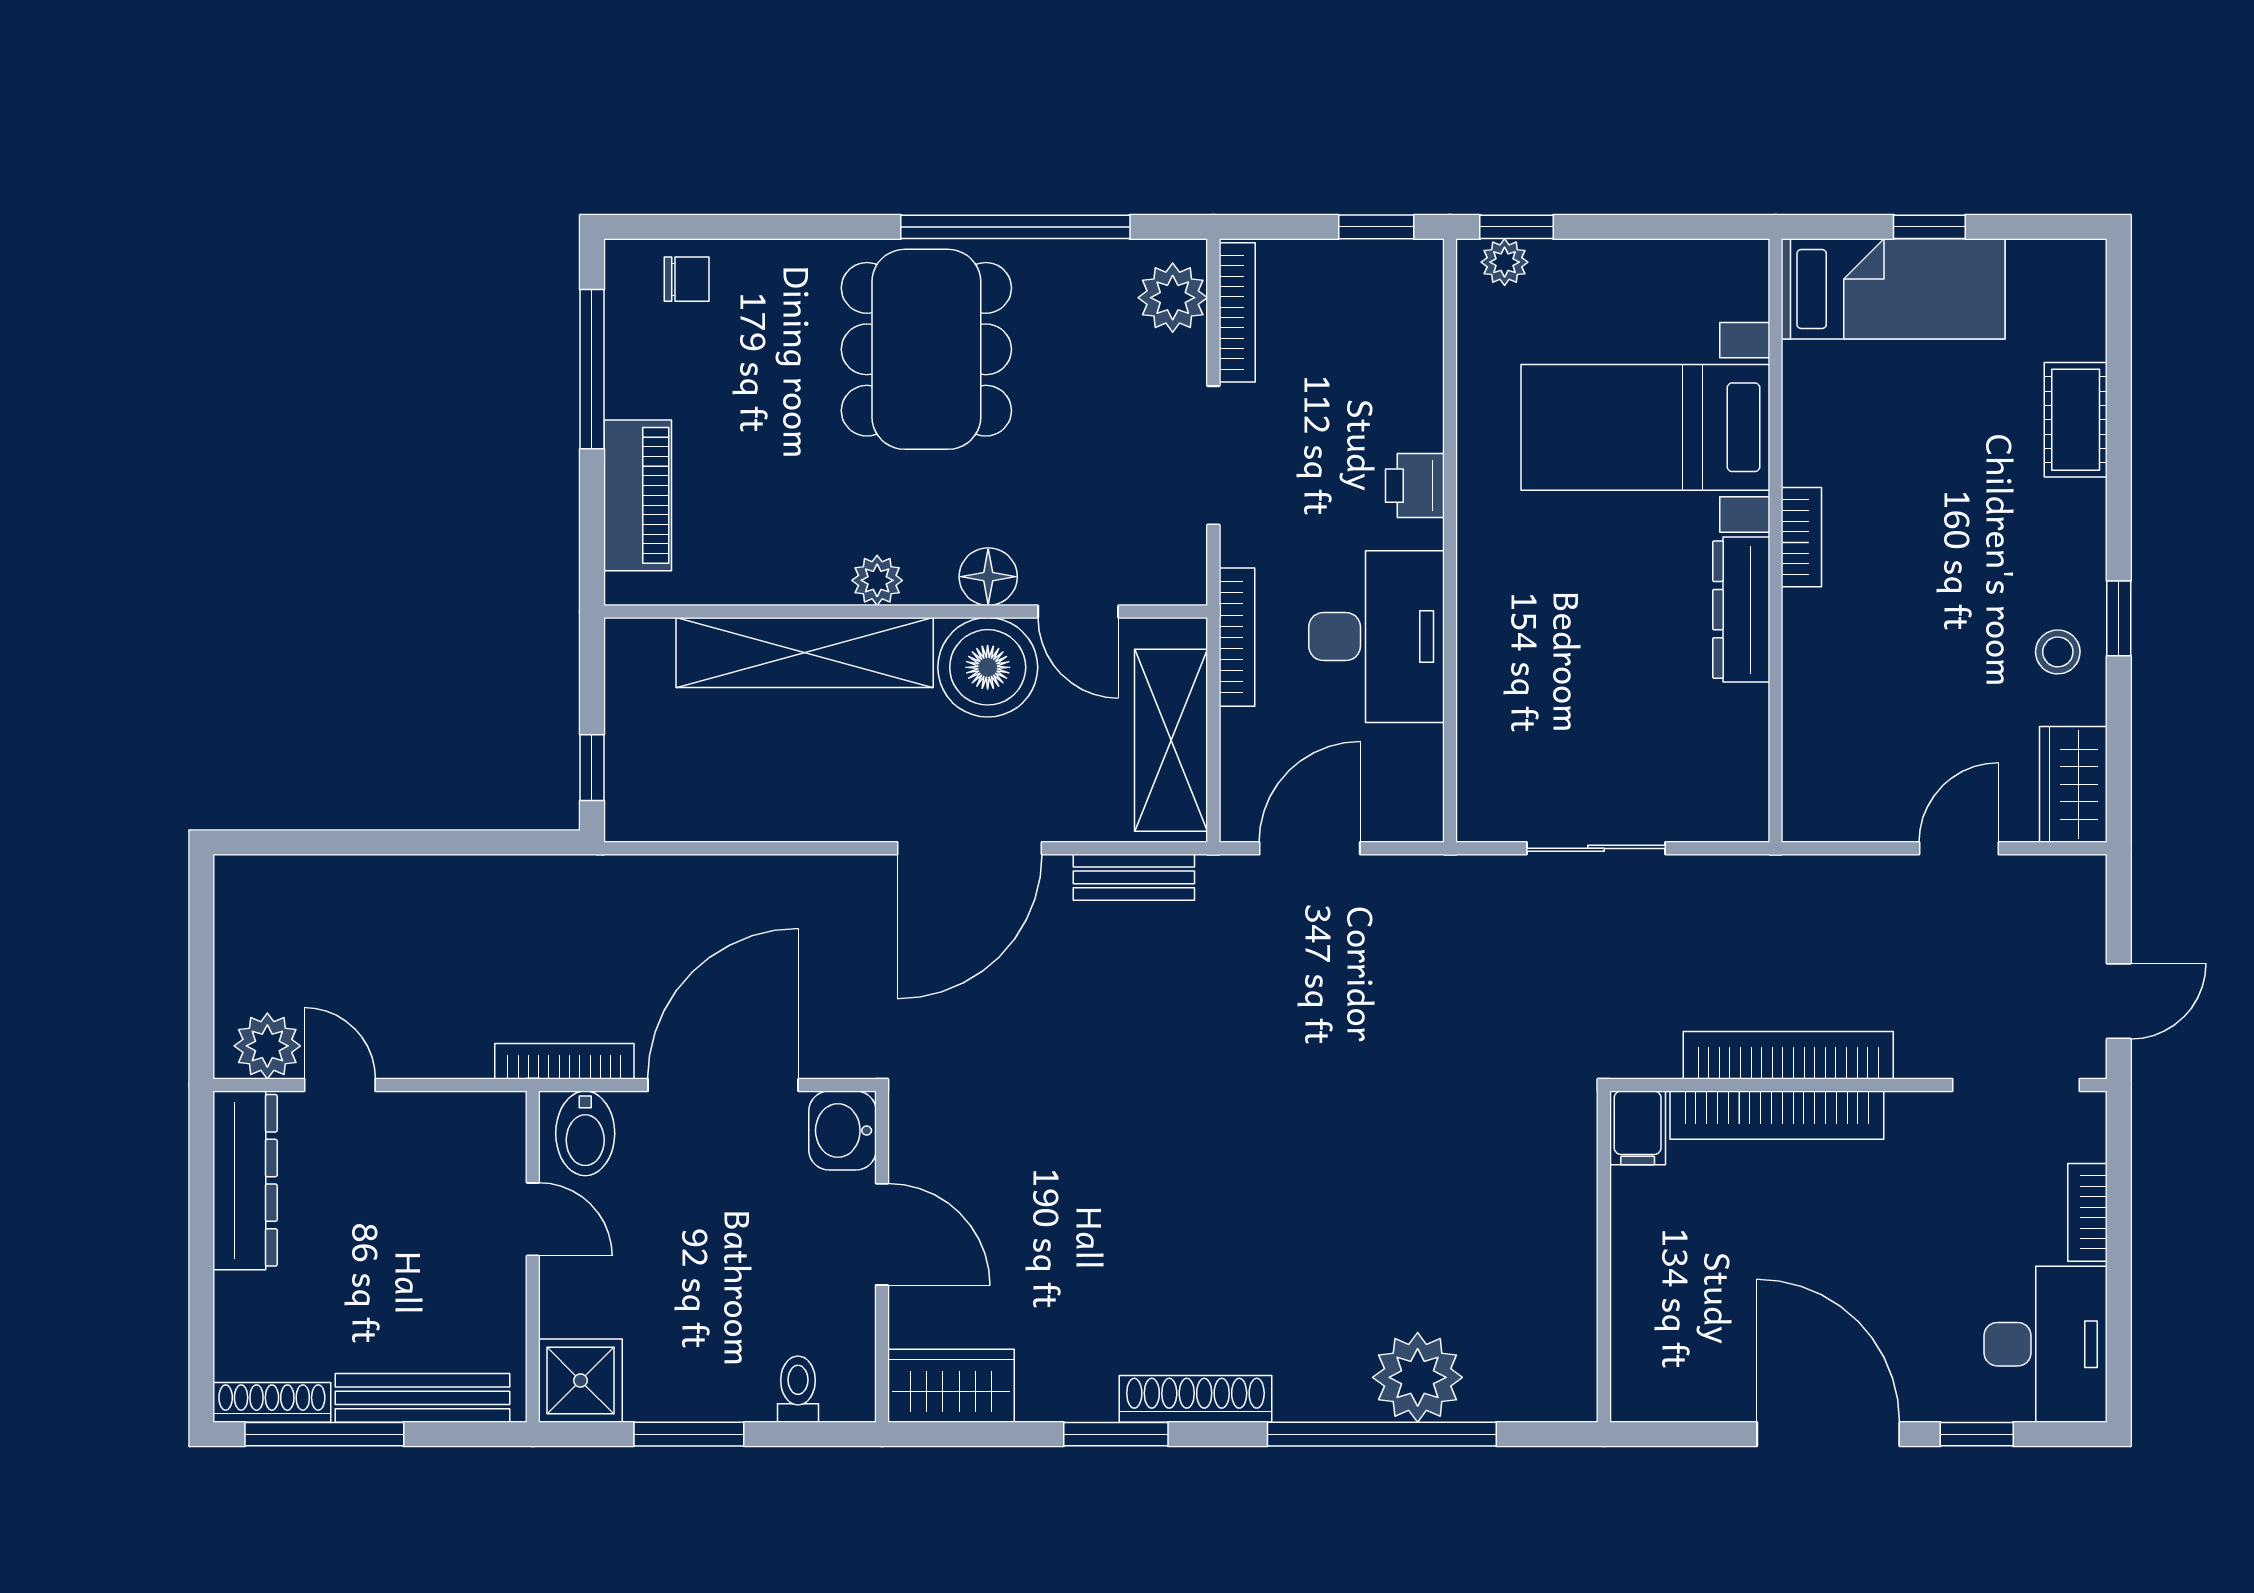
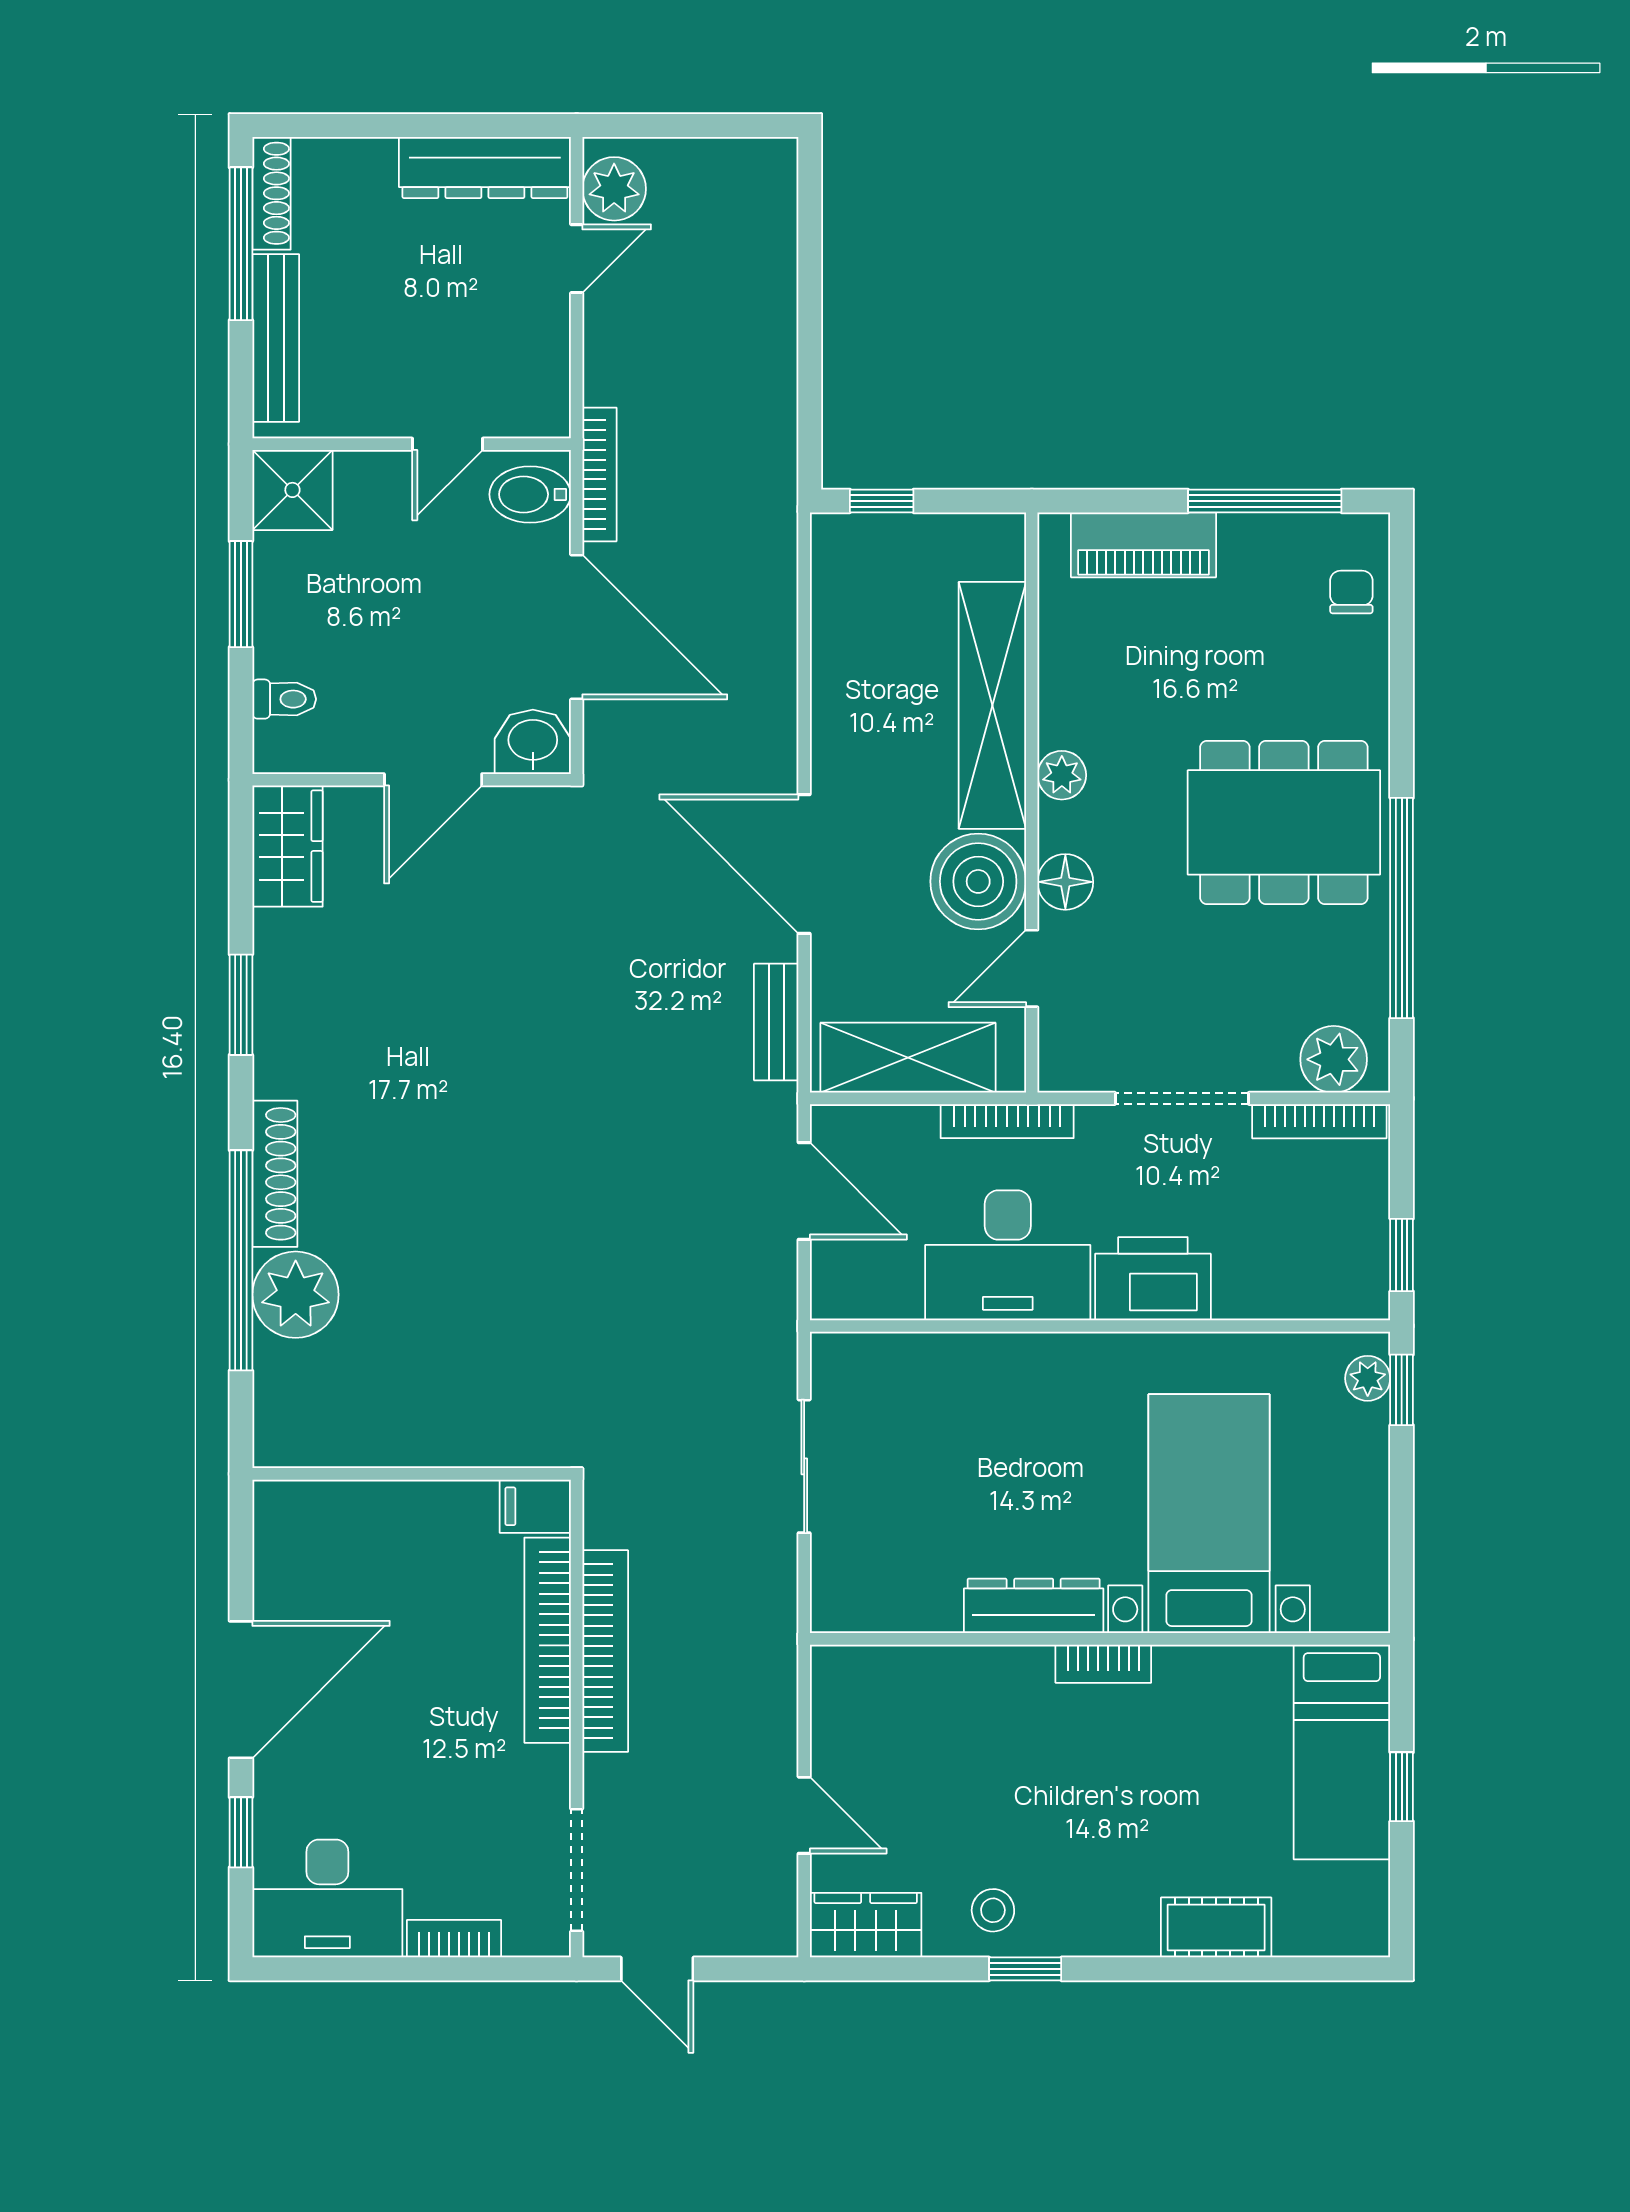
chair: (687, 279) -> (1351, 592), turned 180
printer: (1415, 486) -> (1153, 1279), width x1.87, depth x1.48
shoe rack: (1195, 1399) -> (275, 1174), moved

